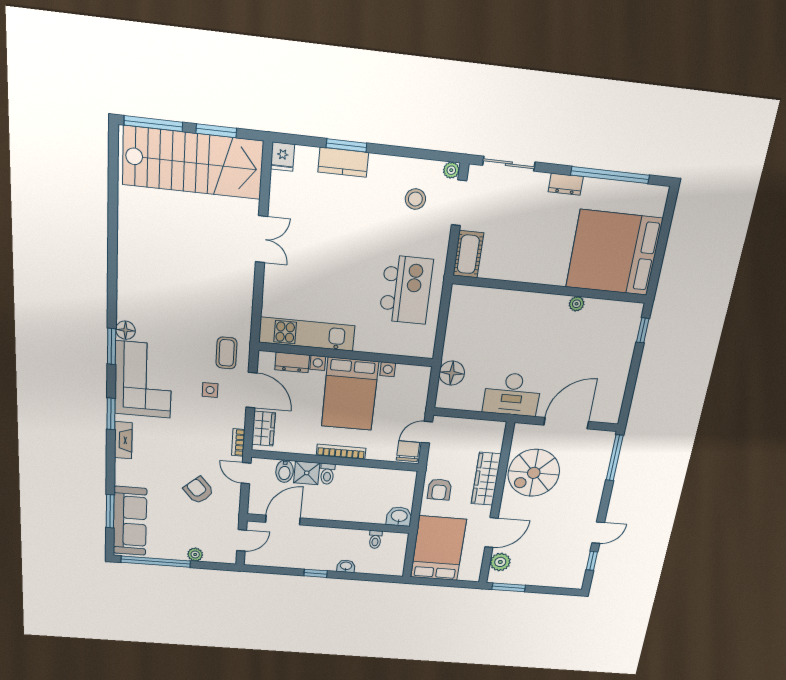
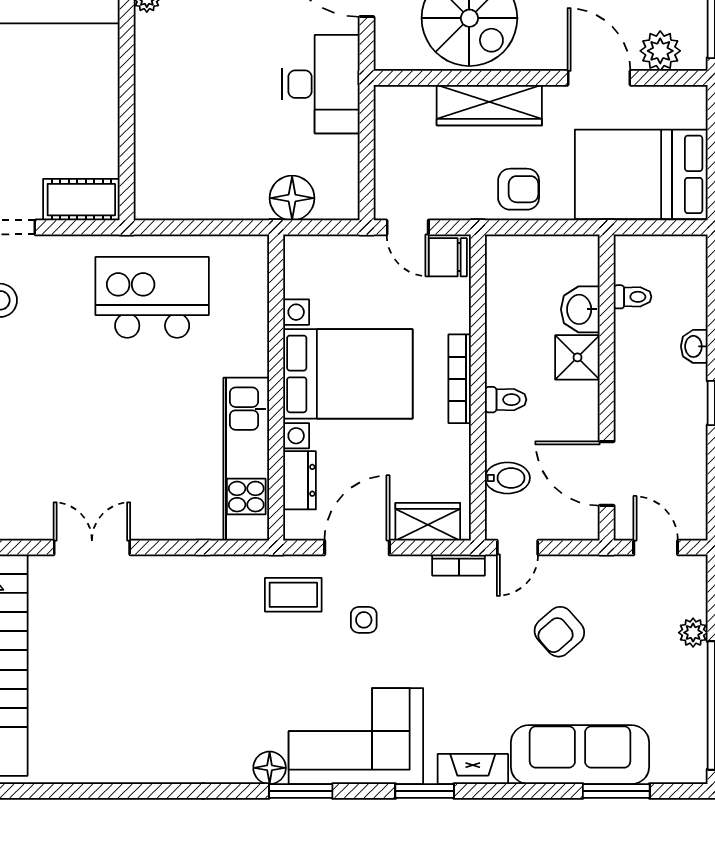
shower: (307, 473) -> (577, 357), moved
washbasin: (399, 516) -> (580, 309), moved
sofa: (130, 521) -> (580, 755), moved

